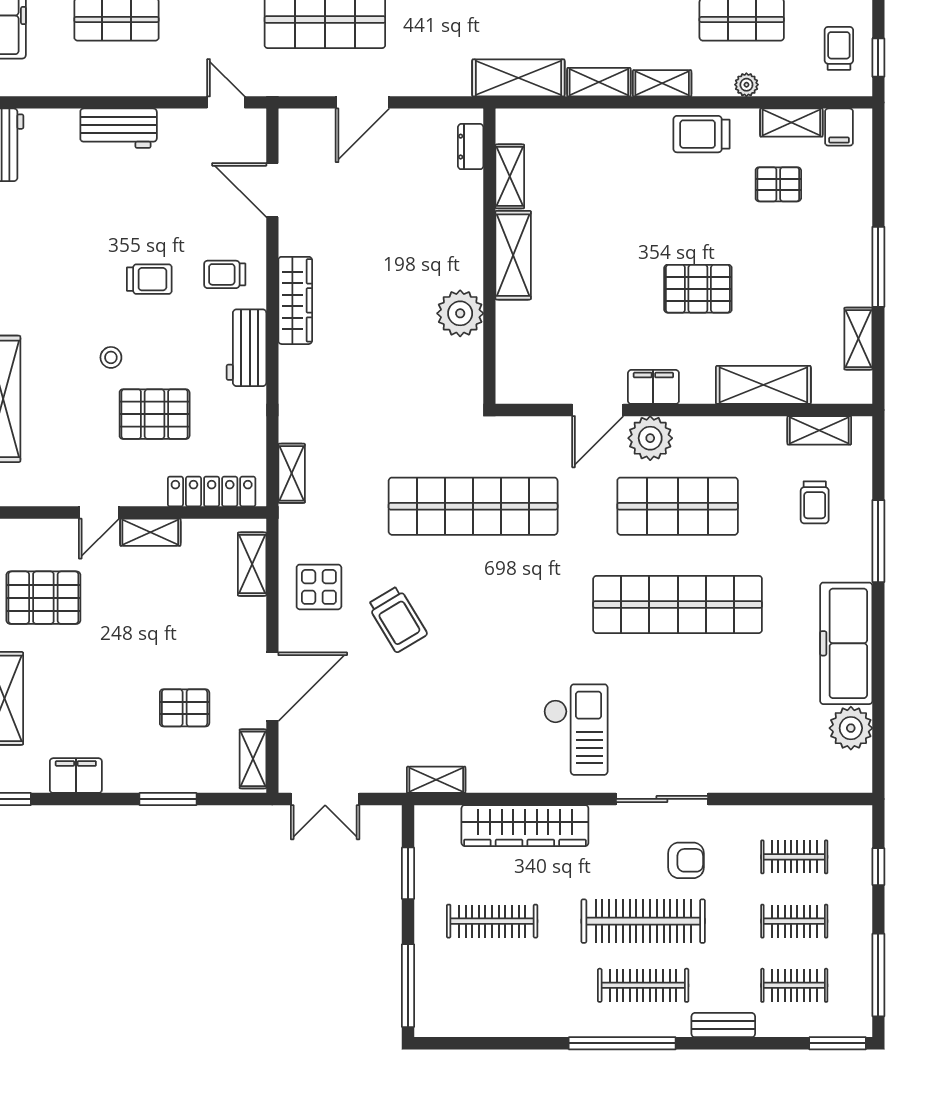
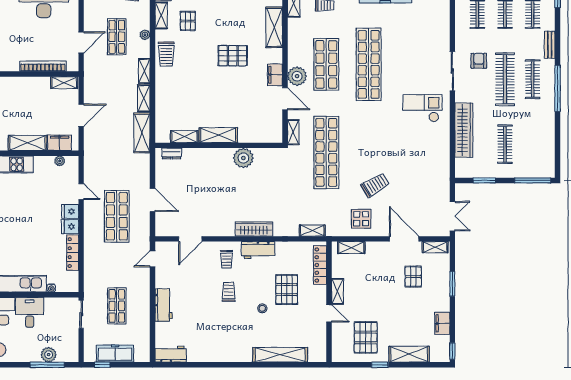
pallet: (698, 289) -> (233, 56), turned 90
wardrobe: (295, 300) -> (254, 229), moved
shelving: (436, 780) -> (293, 132), moved

